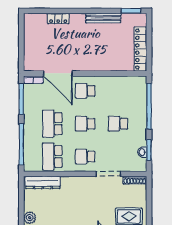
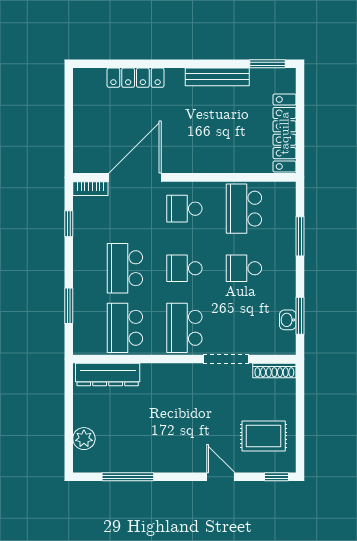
locker: (58, 18) -> (136, 78), width x1.53
door: (58, 73) -> (135, 177), swing flipped
school desk: (118, 91) -> (244, 209), added
window: (21, 99) -> (69, 224), width x0.46
window: (149, 106) -> (300, 236), width x0.47
window: (21, 144) -> (69, 306), width x0.47
school desk: (85, 157) -> (184, 328), width x1.85

